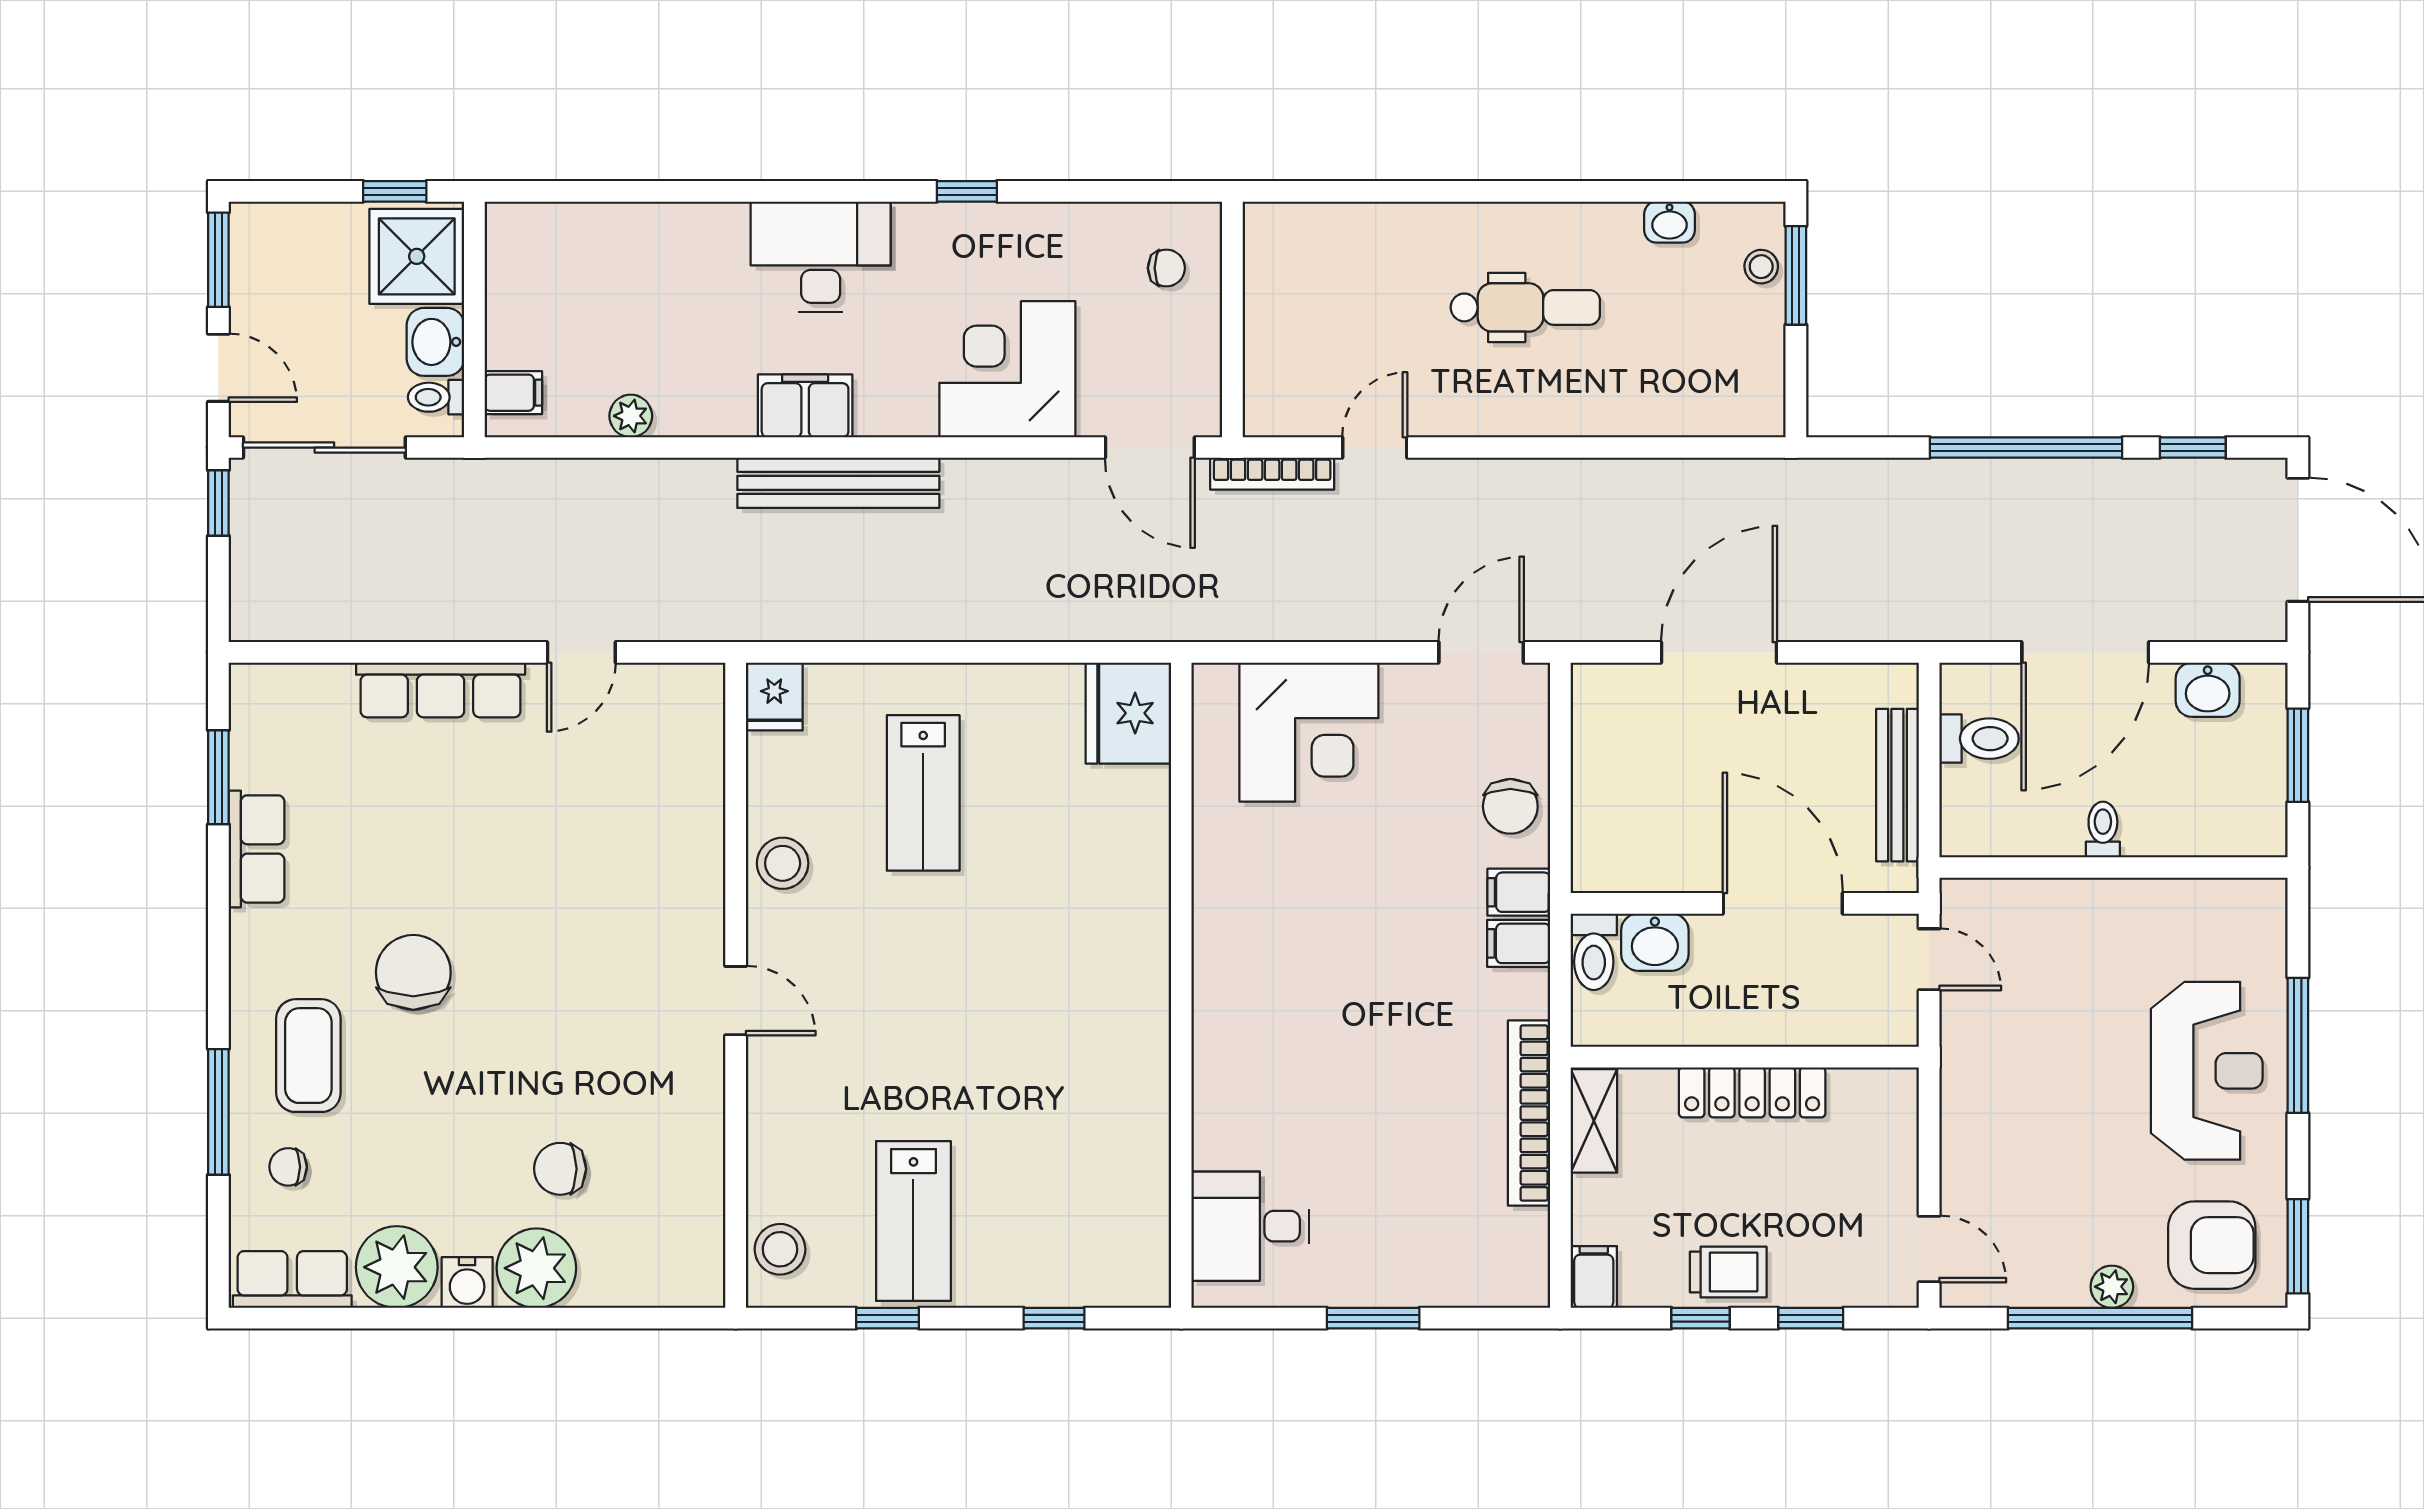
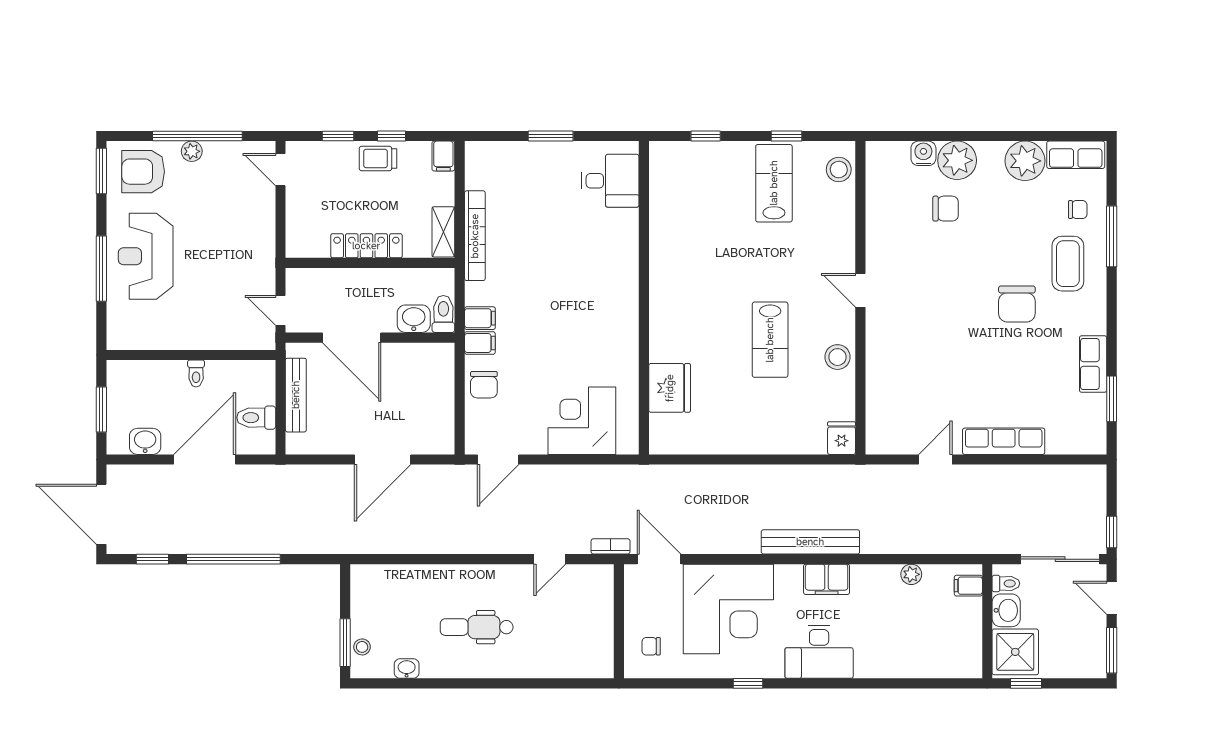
corner desk: (1007, 369) -> (728, 609), width x1.36, depth x1.36
bookcase: (1272, 474) -> (611, 546), width x0.64
fridge: (1128, 713) -> (670, 388), moved
lab bench: (923, 793) -> (770, 340), moved, turned 180
chair: (1510, 806) -> (484, 385), turned 180
water cooler: (467, 1283) -> (923, 153), moved

